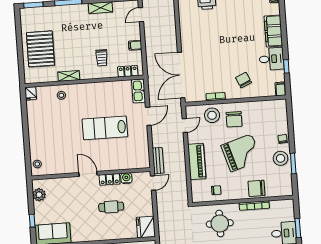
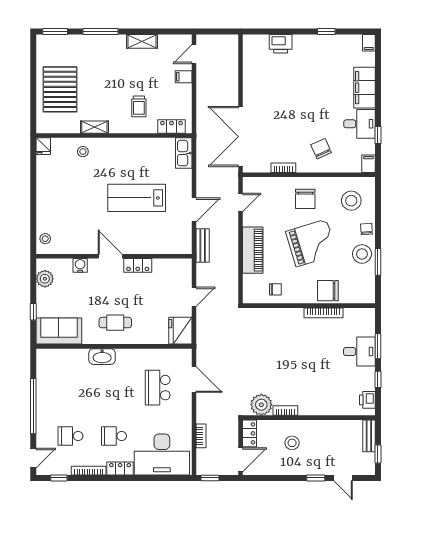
filing cabinet: (135, 45) -> (184, 77), moved
stool: (212, 115) -> (351, 201), moved
door: (148, 116) -> (194, 210), moved
water cooler: (126, 178) -> (80, 265), moved
door: (153, 183) -> (194, 297), moved
cafe table: (111, 207) -> (115, 323), moved
round table: (220, 223) -> (277, 333), removed

